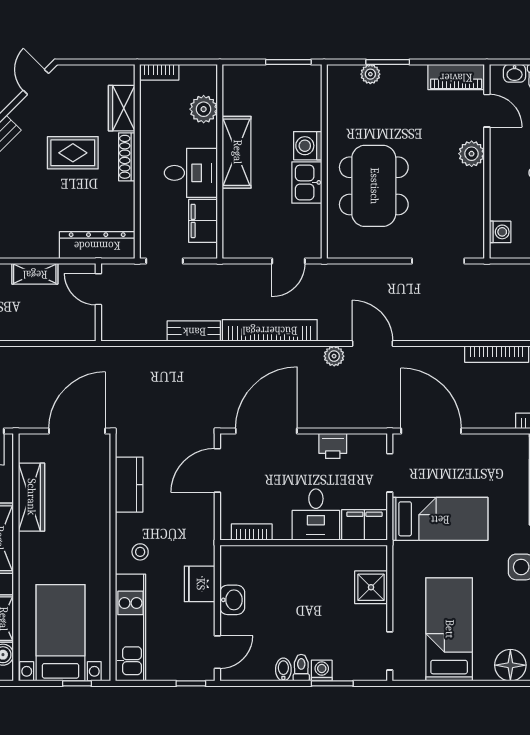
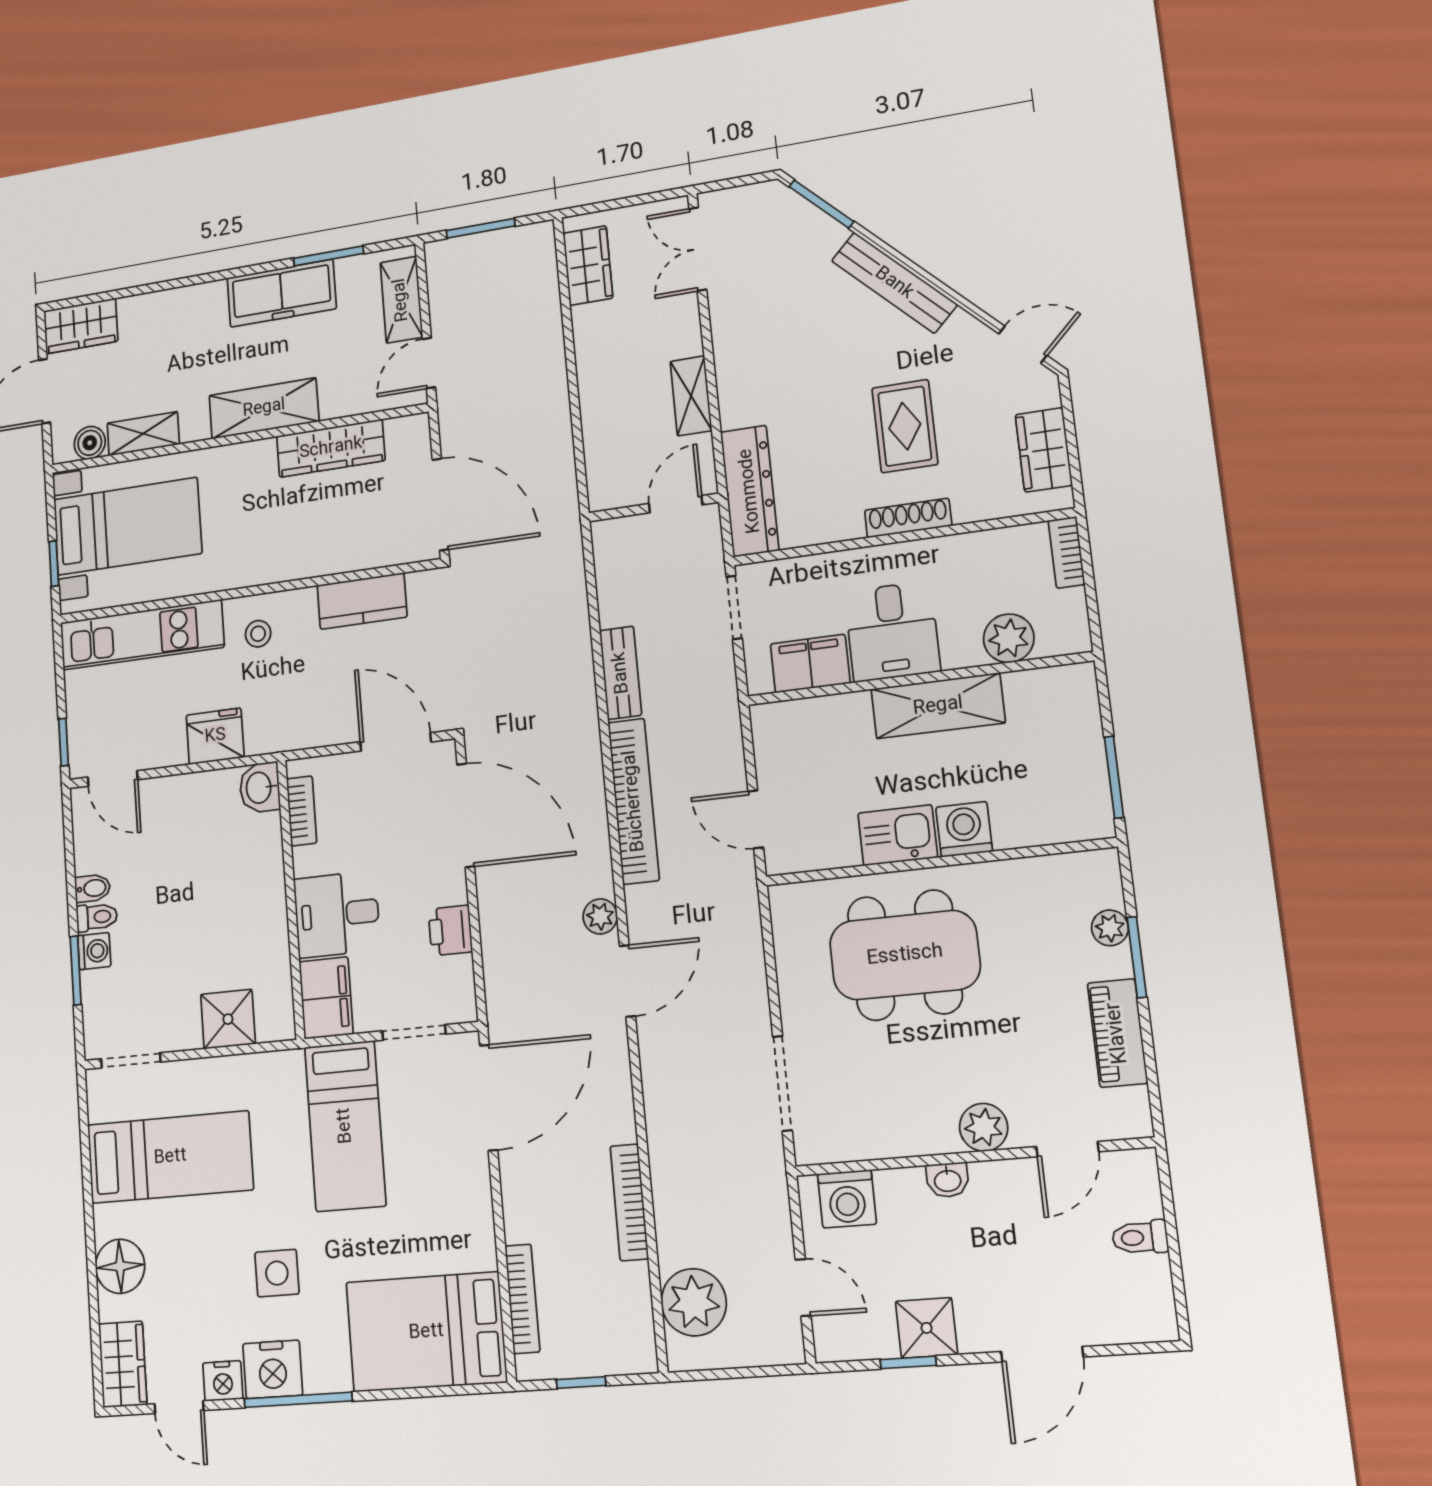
washbasin: (515, 73) -> (948, 1180), moved, turned -90
piano: (456, 77) -> (1117, 1033), moved
wardrobe: (122, 108) -> (1044, 450), moved, turned -90
washing machine: (500, 232) -> (847, 1199), width x1.38, depth x1.38
washbasin: (232, 600) -> (260, 788), moved, turned 90

